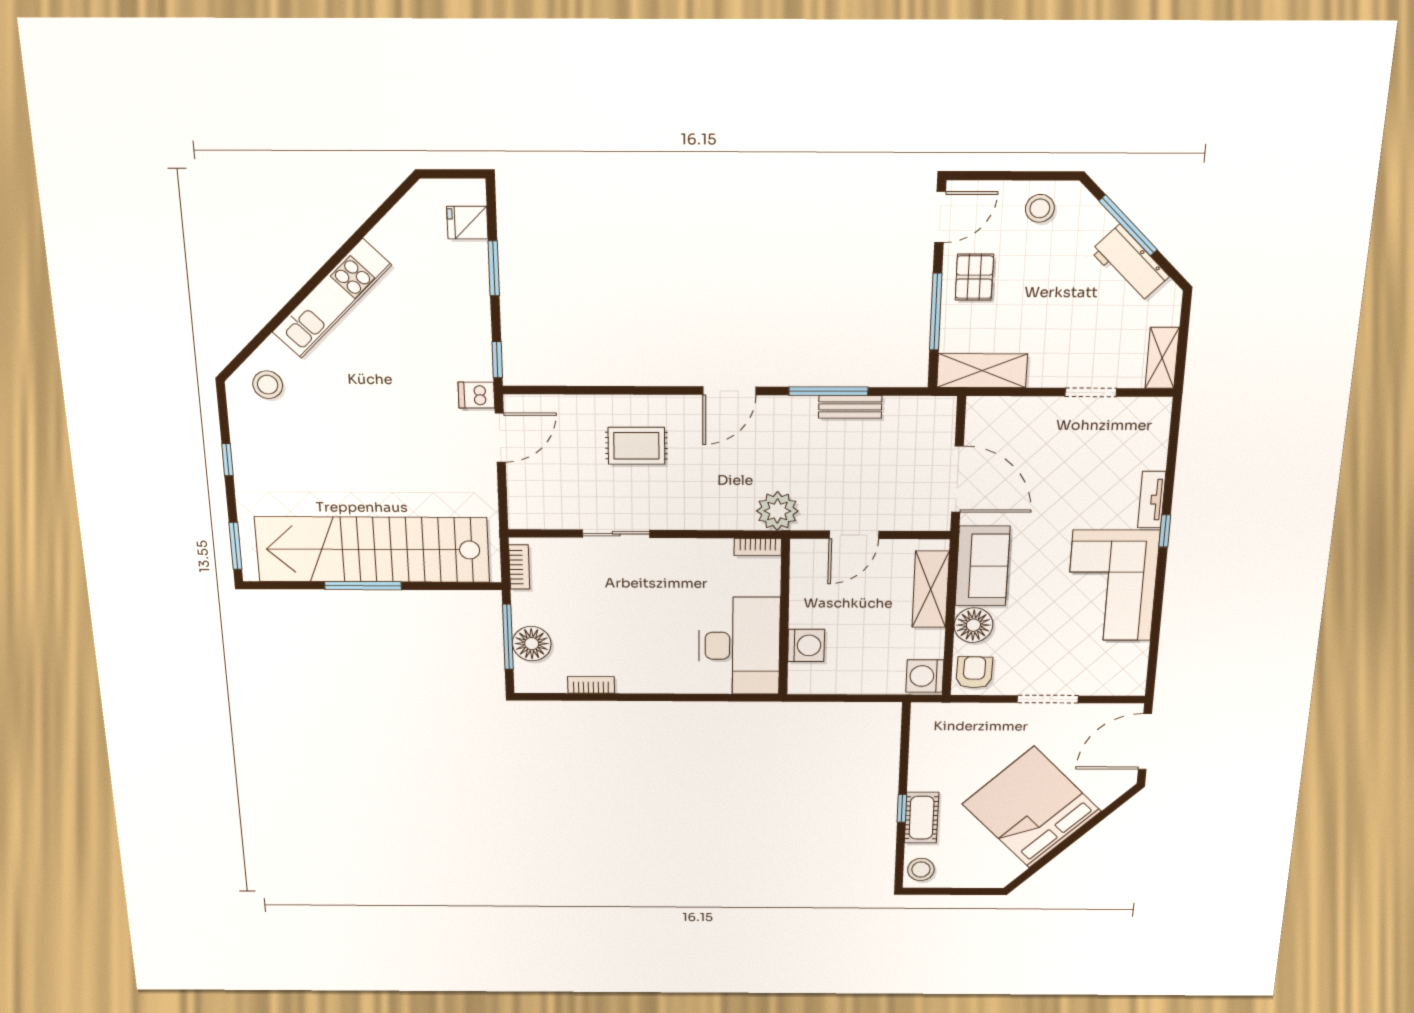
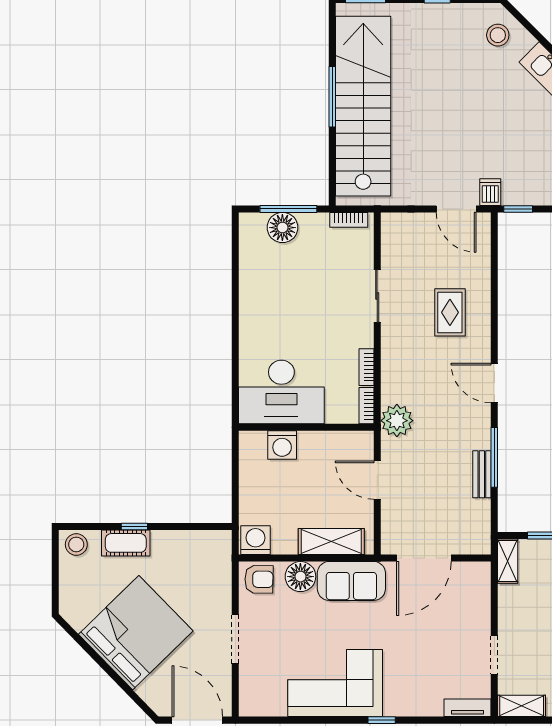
shelving: (982, 371) -> (508, 561), width x0.67, depth x0.75
tv unit: (1152, 500) -> (468, 708), moved
bookcase: (591, 685) -> (366, 367), moved, turned 180

